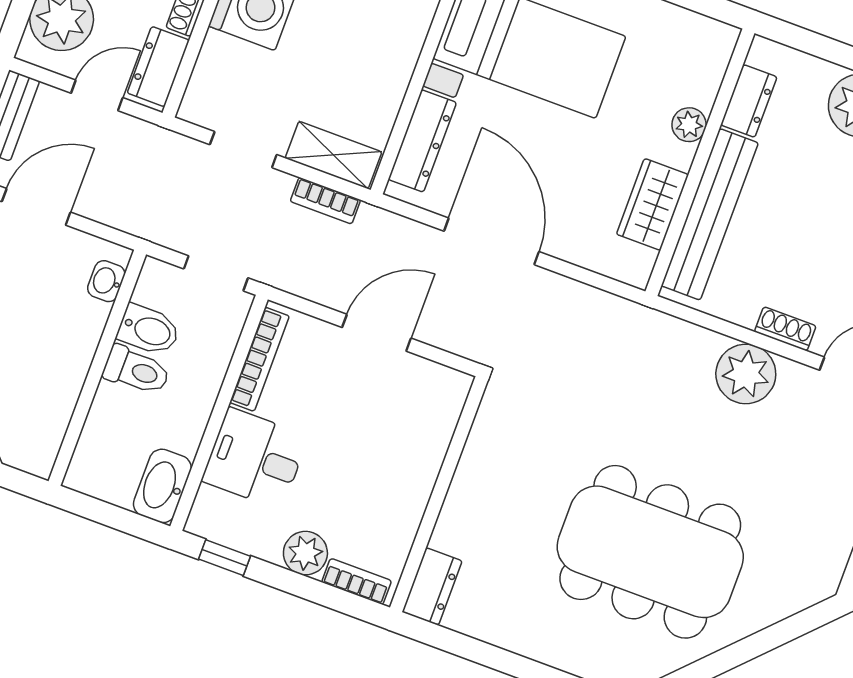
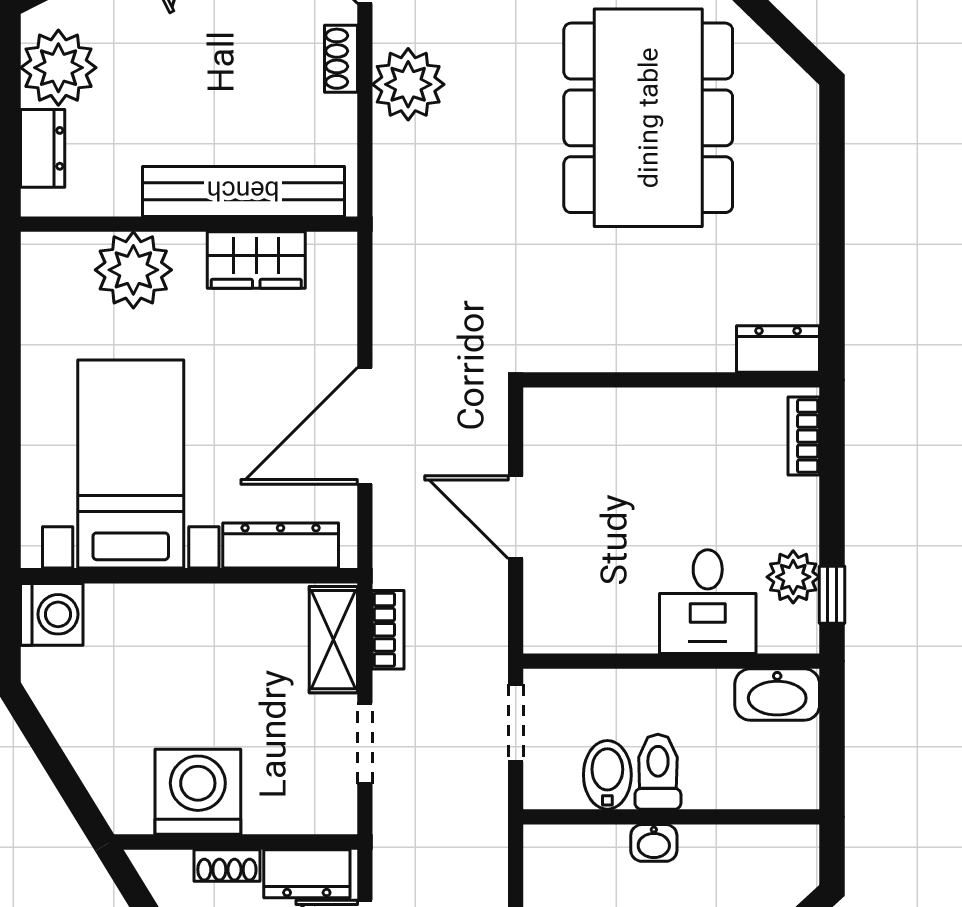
dresser: (749, 101) -> (43, 148), moved, turned 90
plant: (689, 125) -> (133, 270), width x1.88, depth x1.88
washbasin: (106, 281) -> (654, 843), moved
bookcase: (259, 359) -> (594, 638), removed
plant: (305, 553) -> (793, 577), moved

